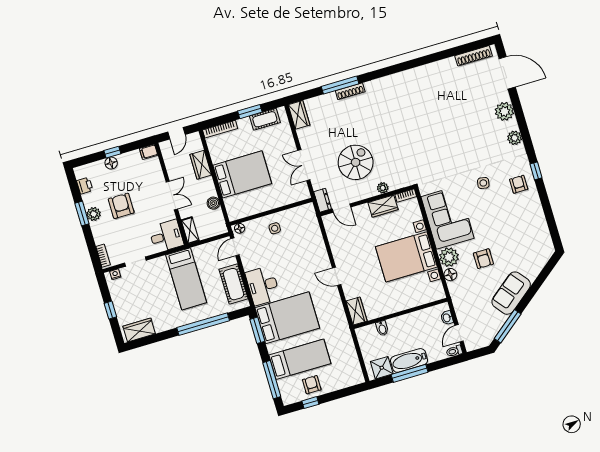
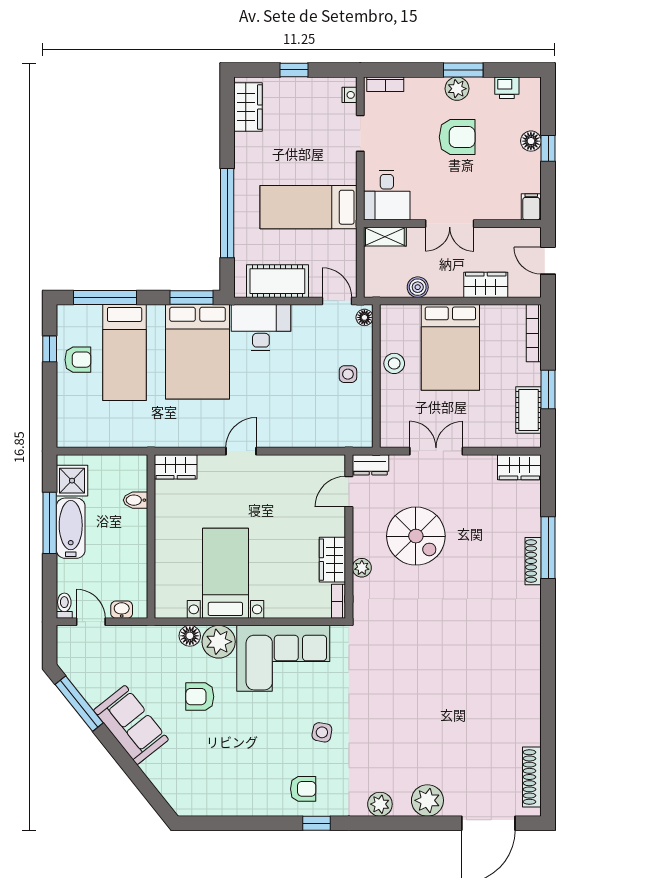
stool: (261, 204) -> (394, 363), added
bed with nightstands: (406, 257) -> (225, 573), width x0.73

